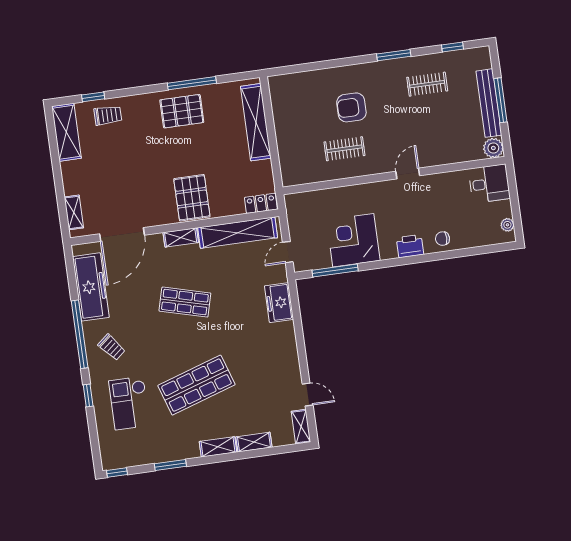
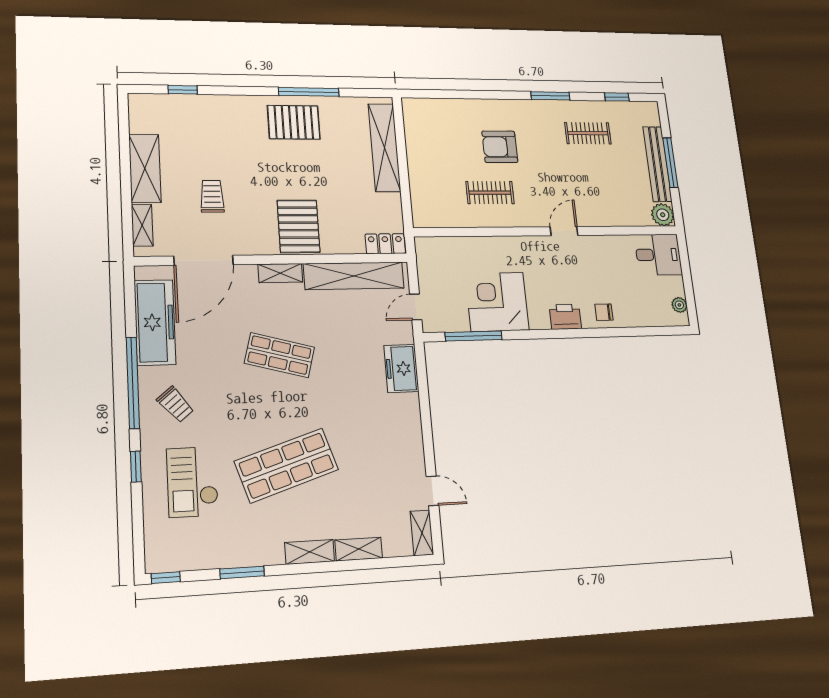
trolley: (108, 115) -> (212, 196), moved, turned -90
shelving: (66, 132) -> (145, 168), moved

